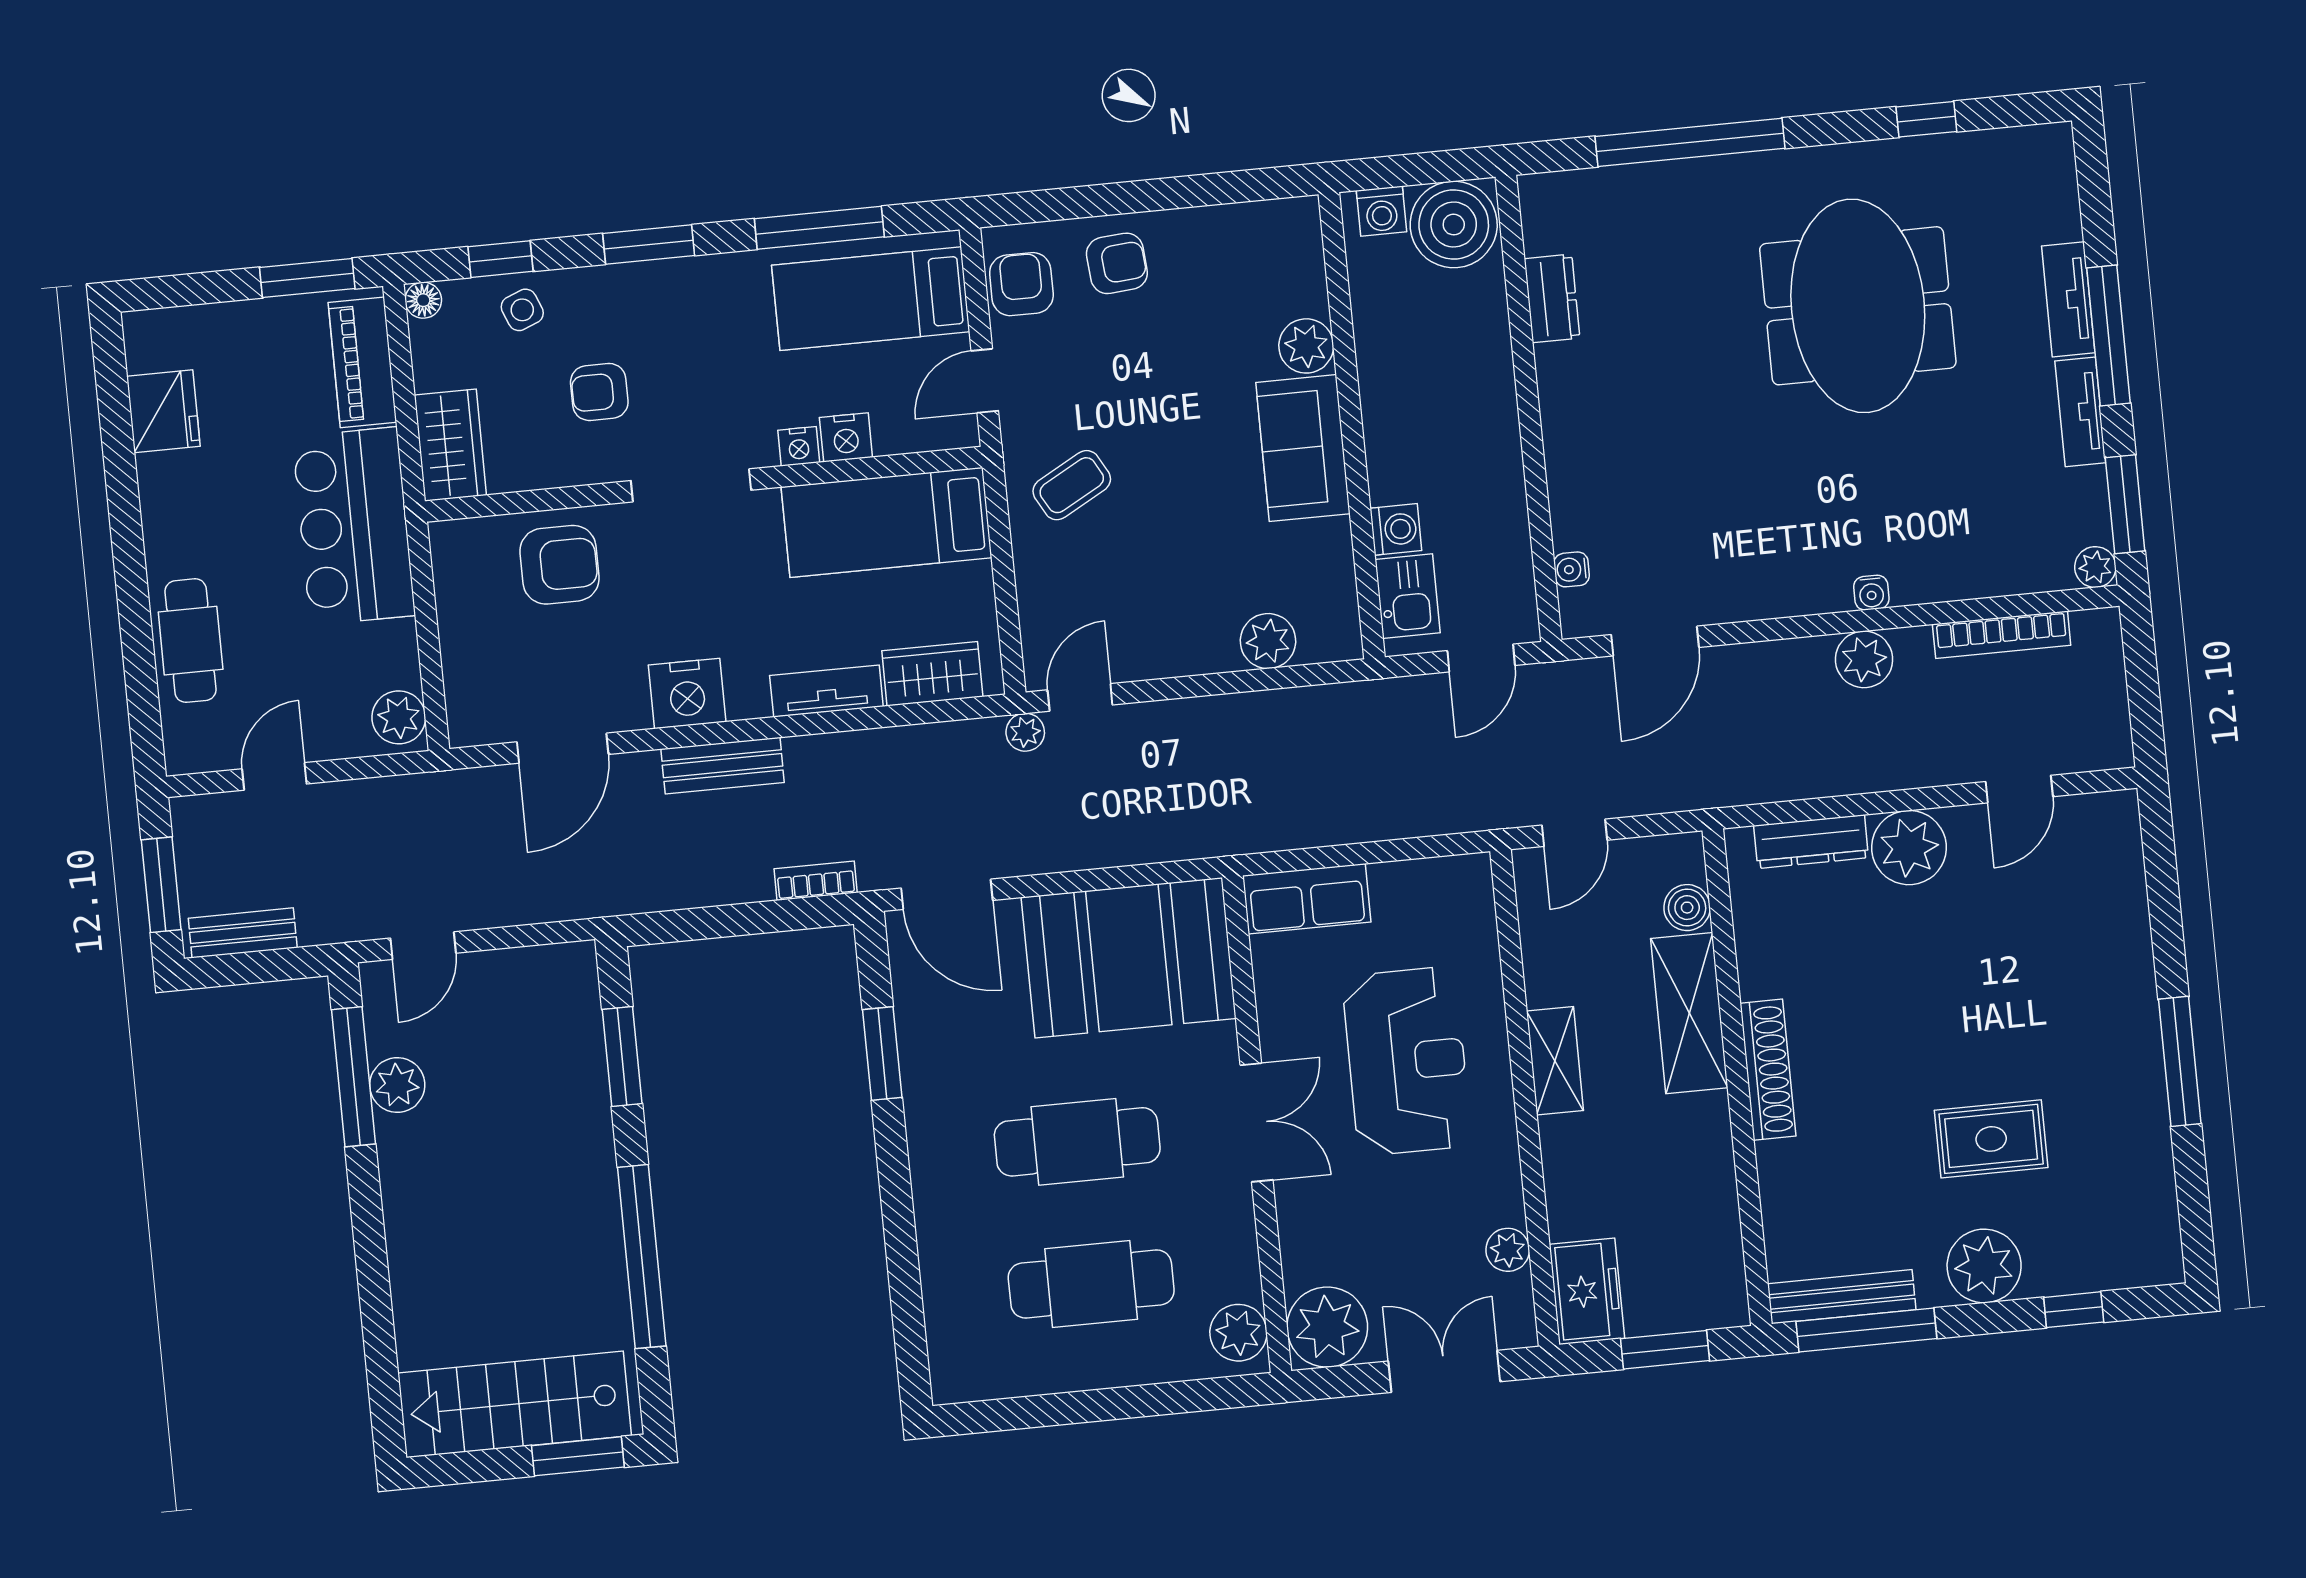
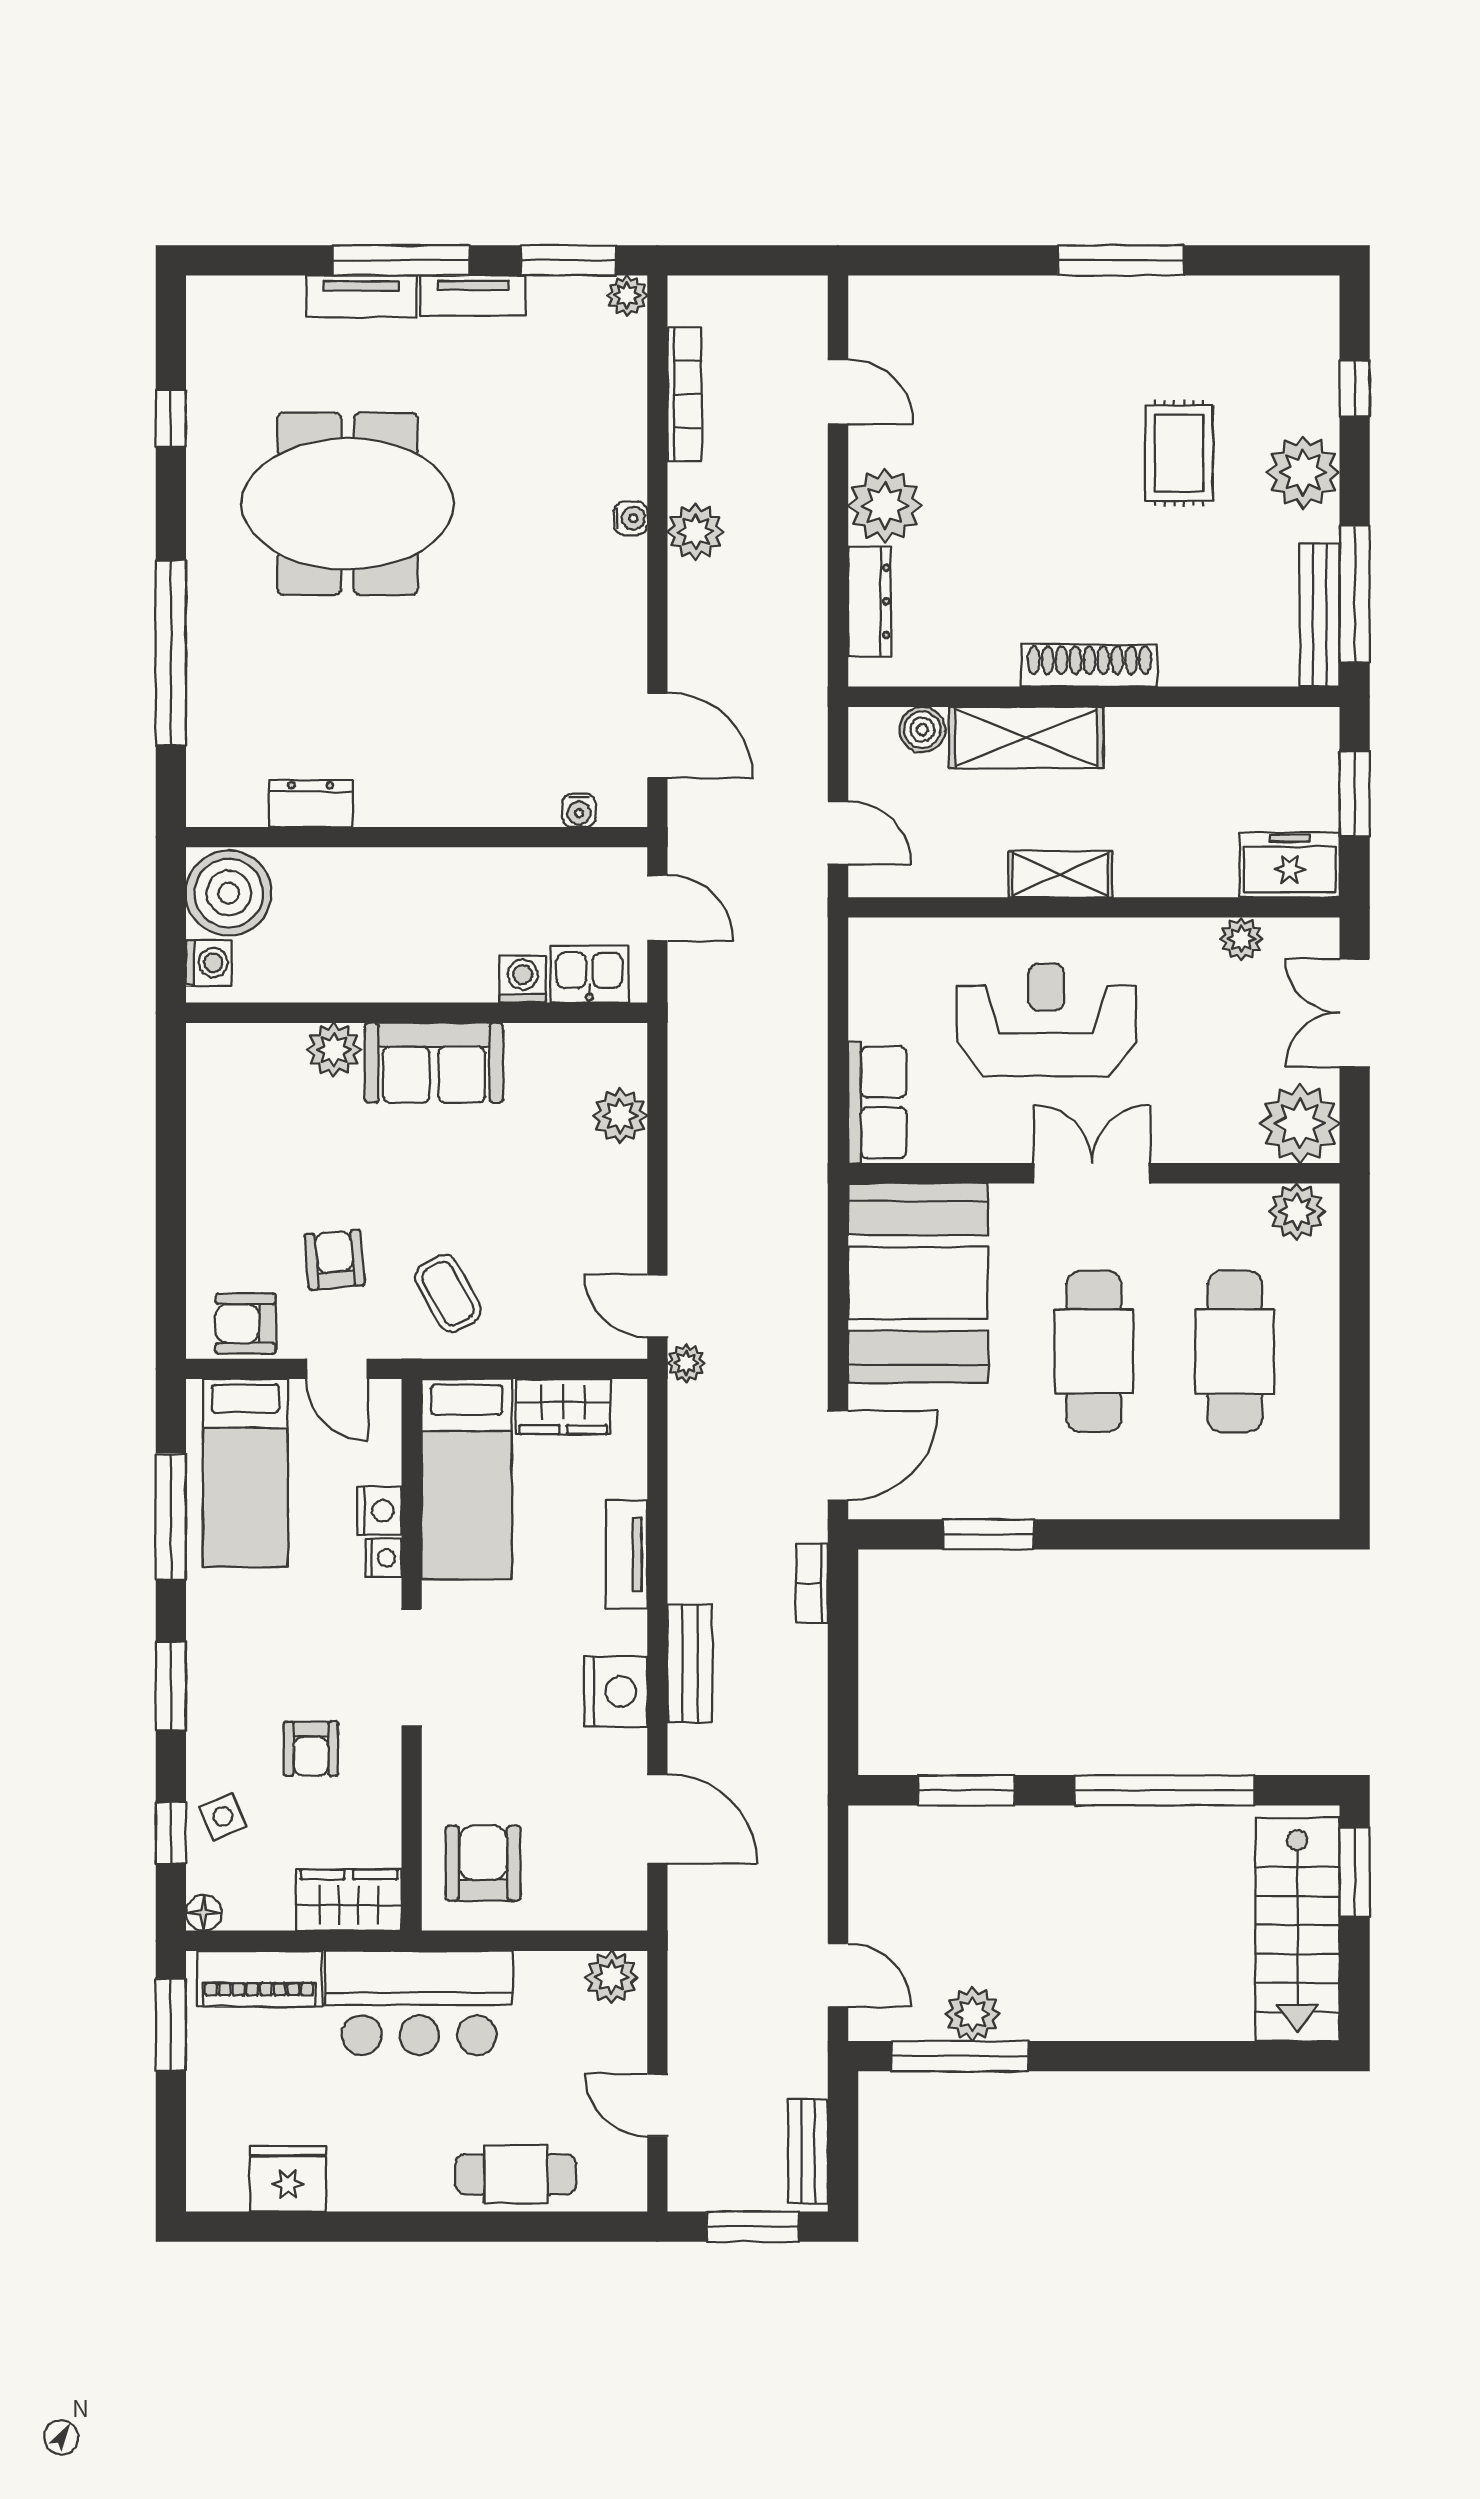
armchair: (1117, 263) -> (335, 1260), moved
armchair: (559, 565) -> (483, 1863), moved
wardrobe: (932, 674) -> (563, 1406), moved, turned -90

